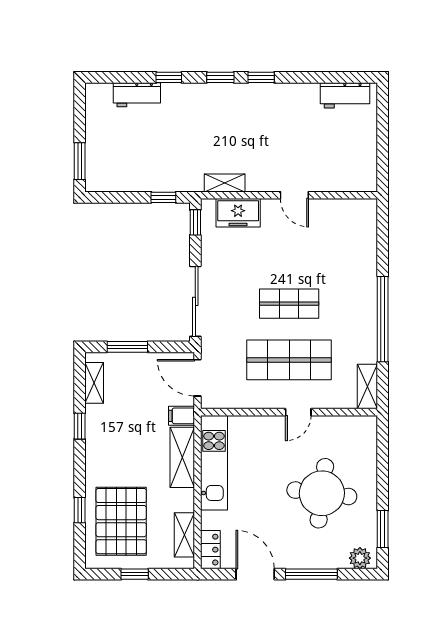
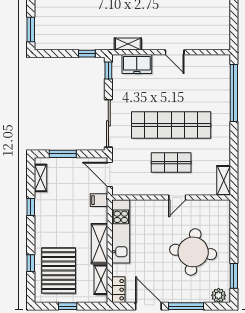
shop shelf: (289, 304) -> (171, 125), width x2.00, depth x1.36
window: (383, 319) -> (234, 93), moved
shop shelf: (289, 360) -> (171, 163), width x0.70, depth x0.74
shelving: (182, 457) -> (100, 244), moved

